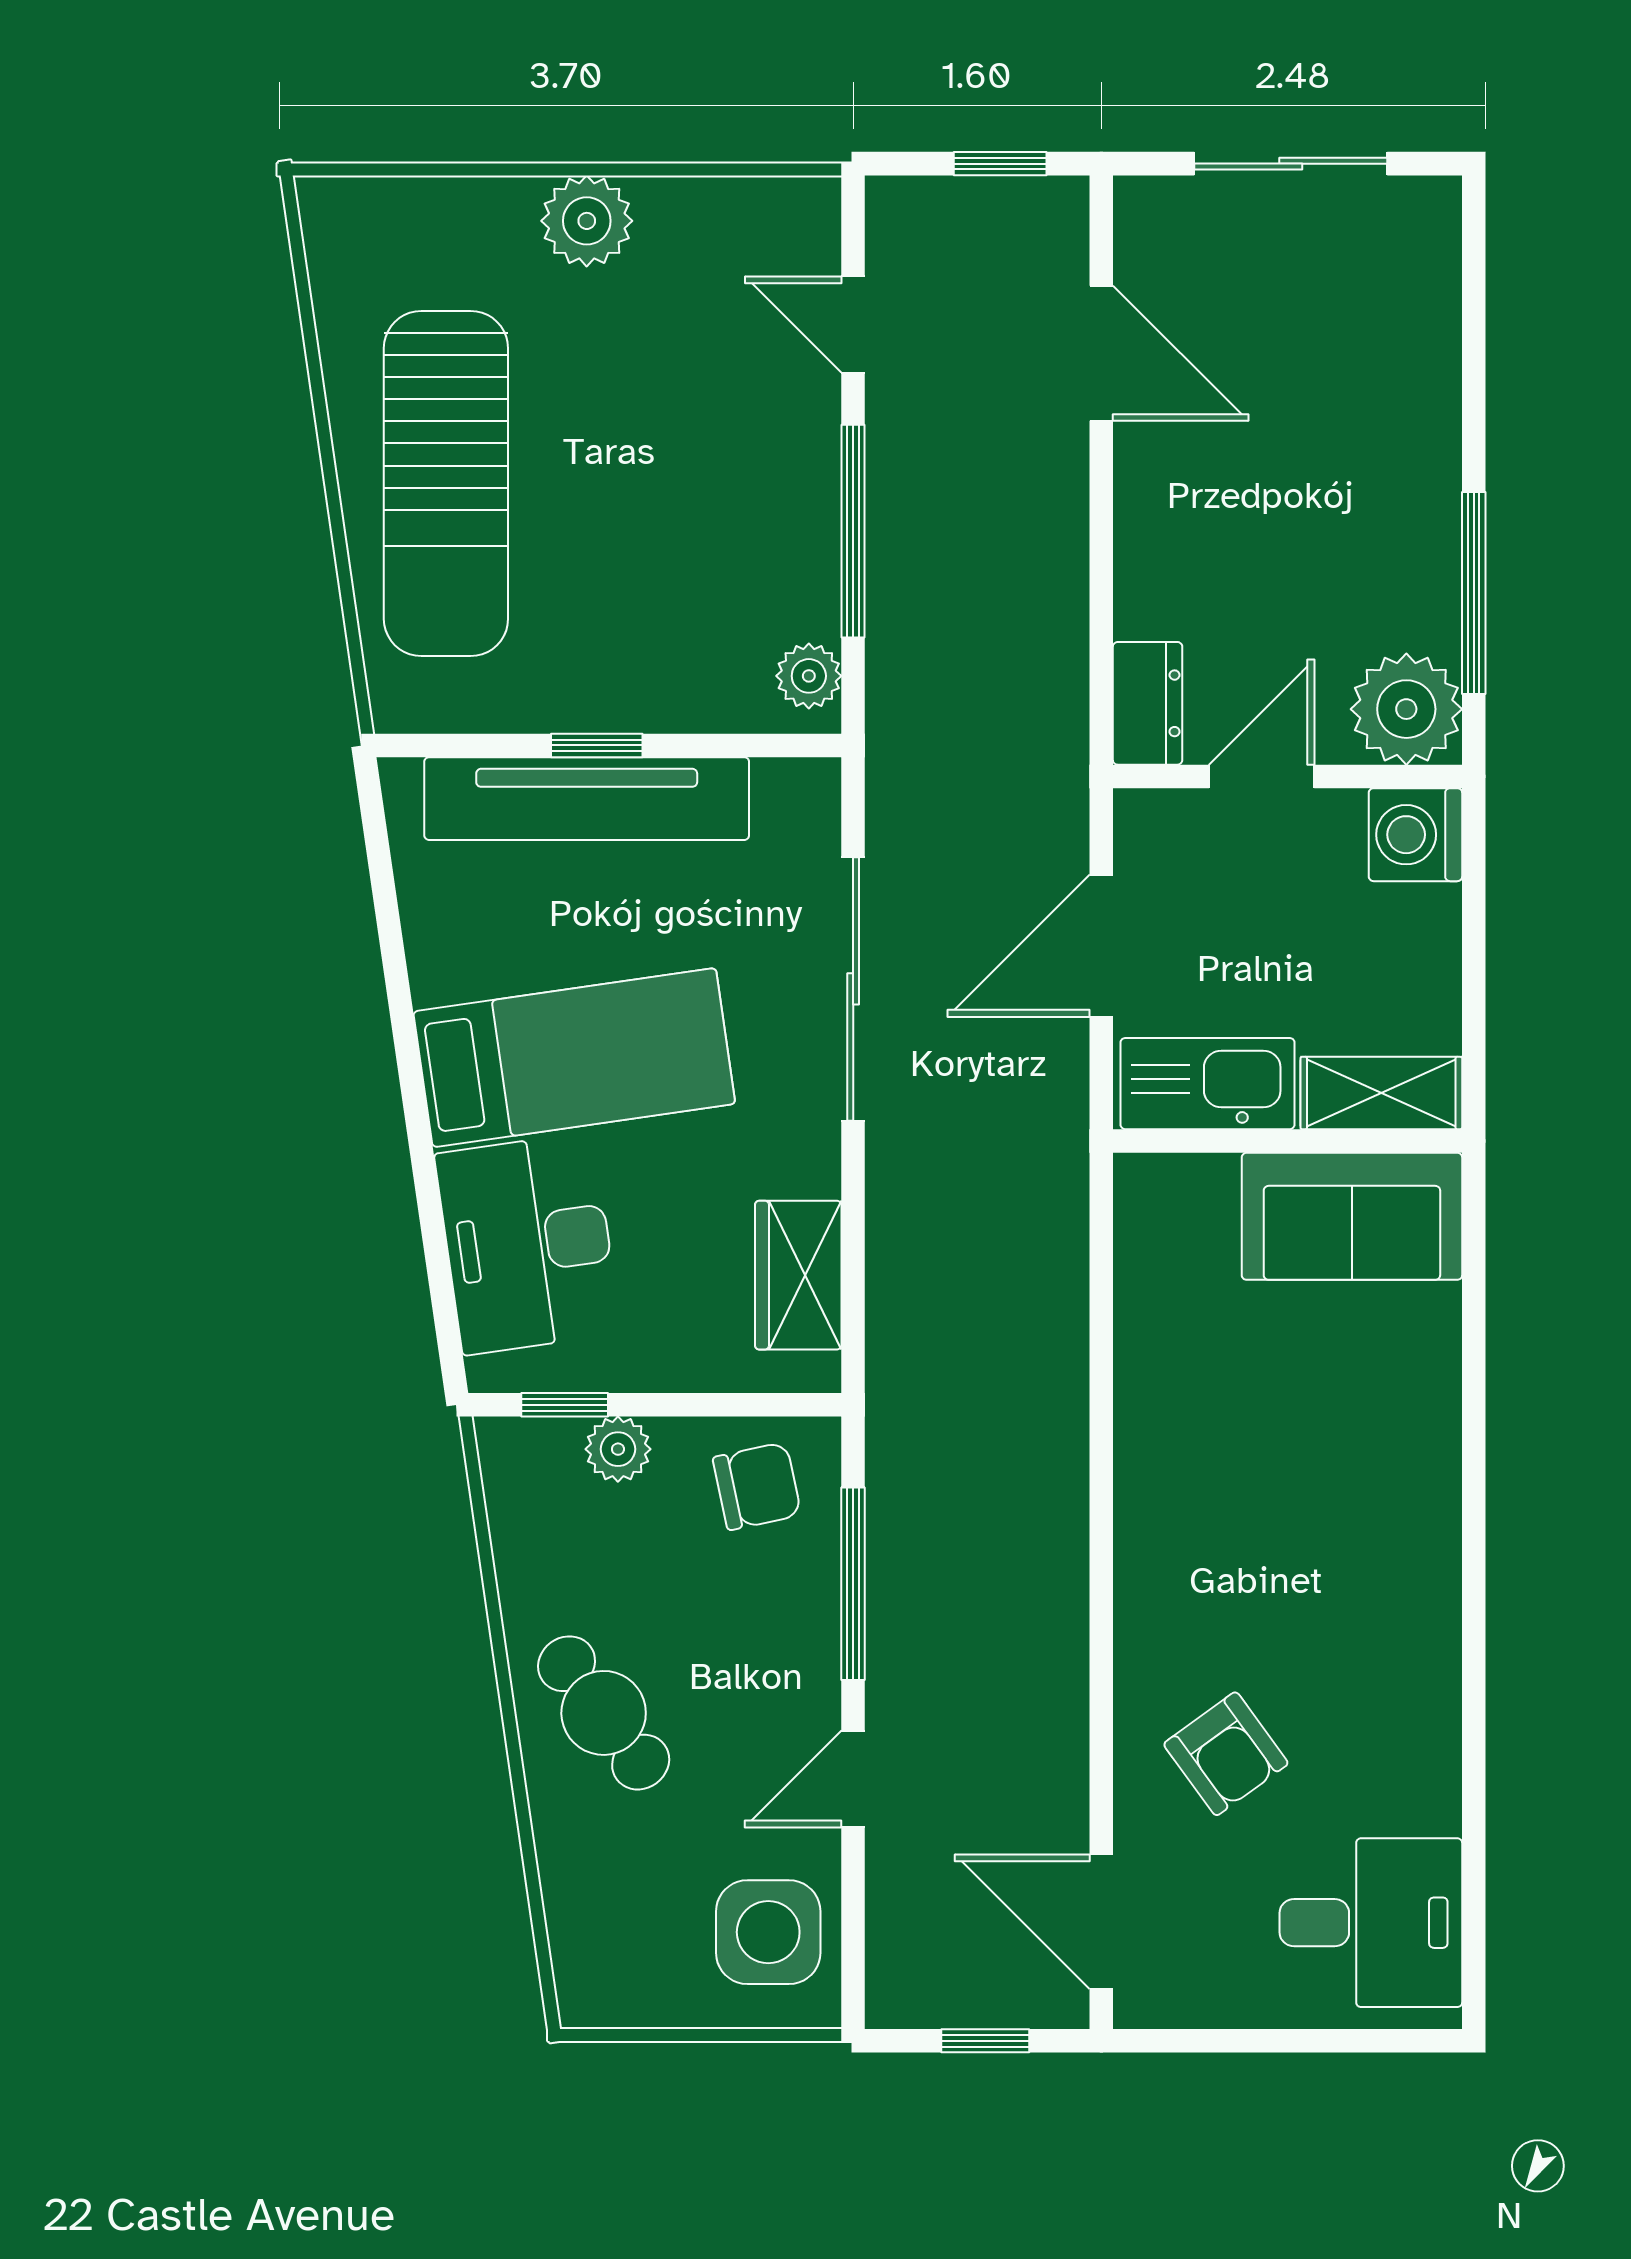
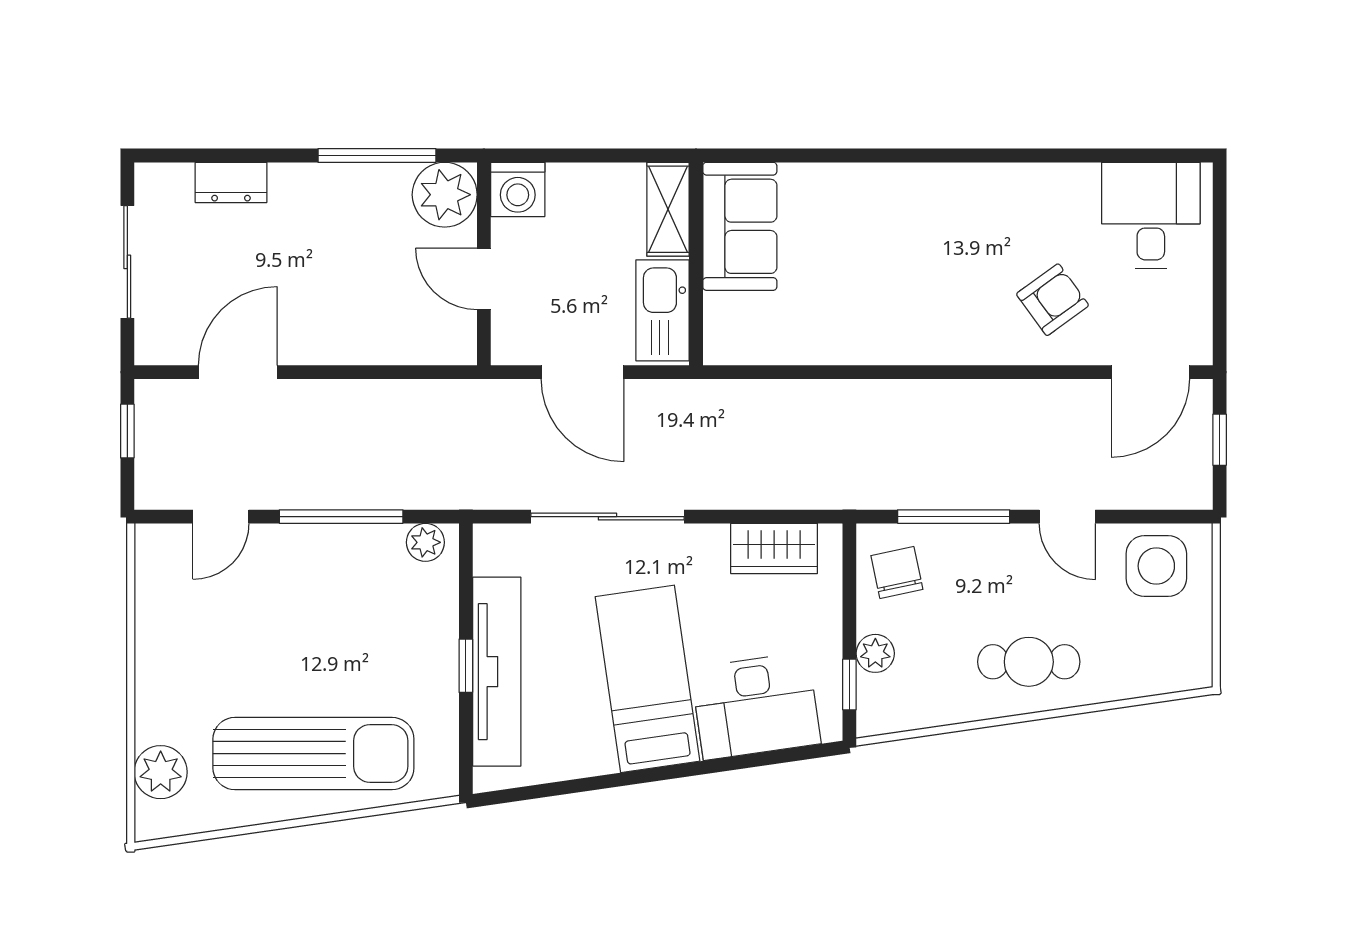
plant: (587, 221) -> (161, 772), moved
dresser: (1148, 703) -> (231, 182), moved, turned 180
cafe table: (604, 1713) -> (1029, 662), turned 37

